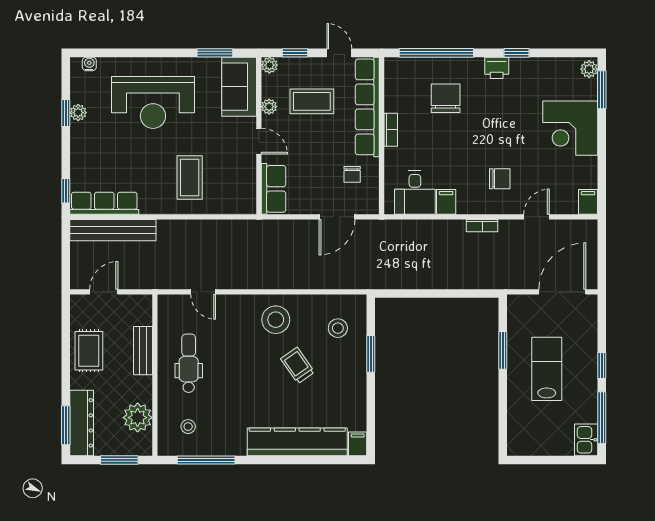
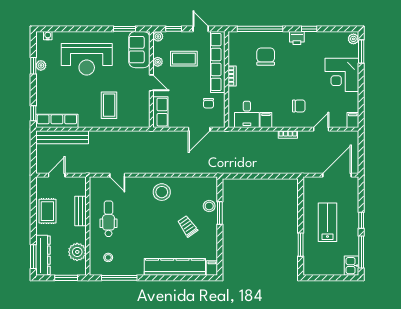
stool: (338, 328) -> (209, 206), moved
window: (503, 350) -> (301, 245), moved
trolley: (298, 366) -> (188, 226), moved

